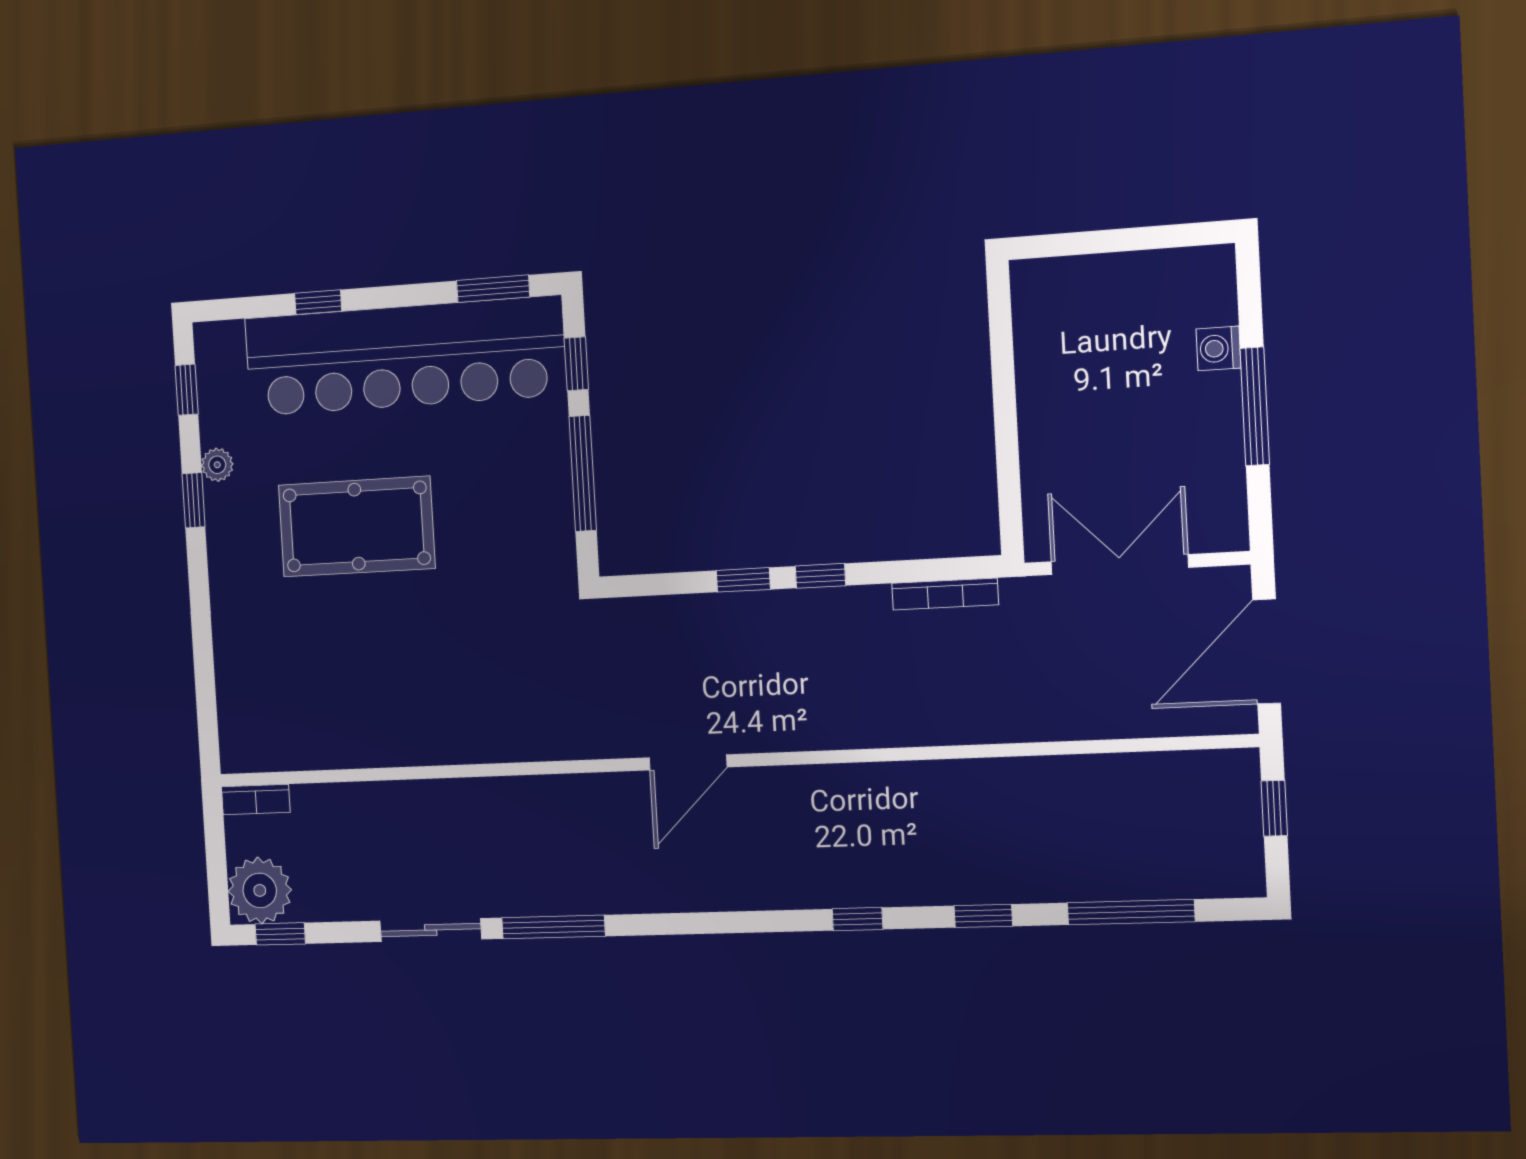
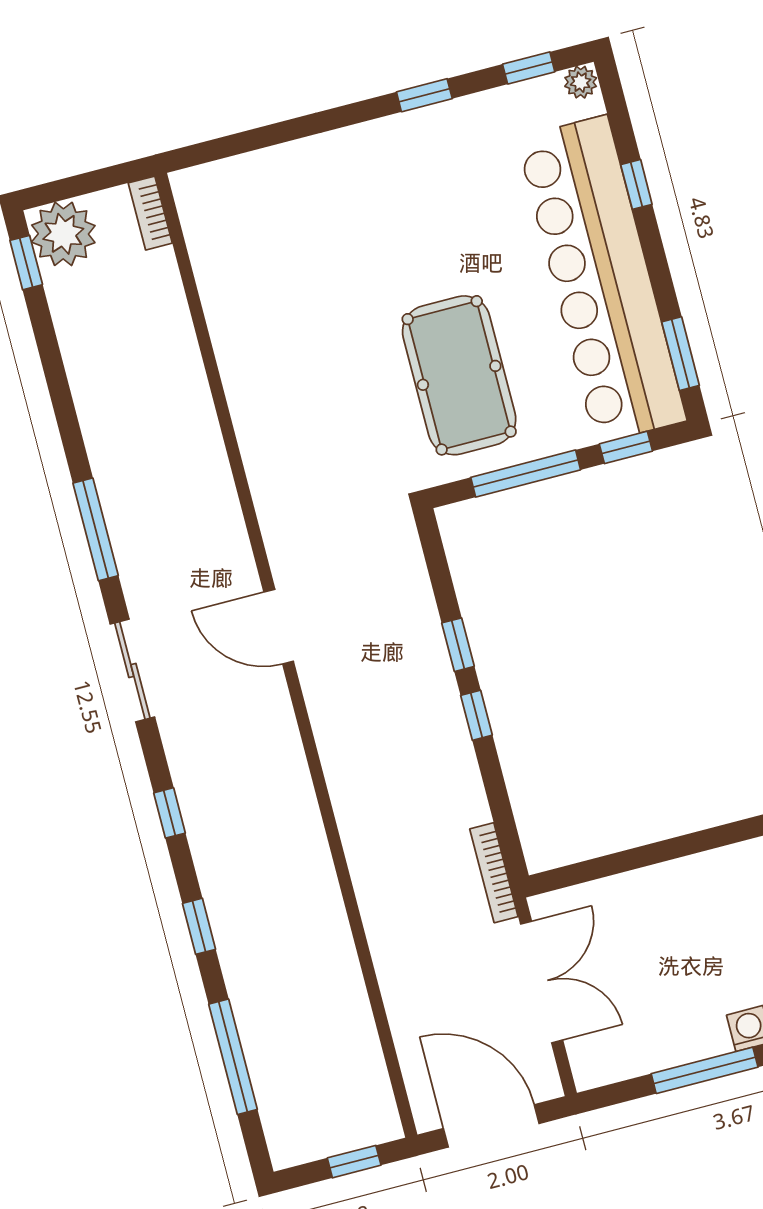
plant: (217, 465) -> (581, 82), moved
pool table: (357, 527) -> (459, 375), moved
bookcase: (945, 594) -> (494, 873), moved
sliding door: (431, 930) -> (132, 671), moved

